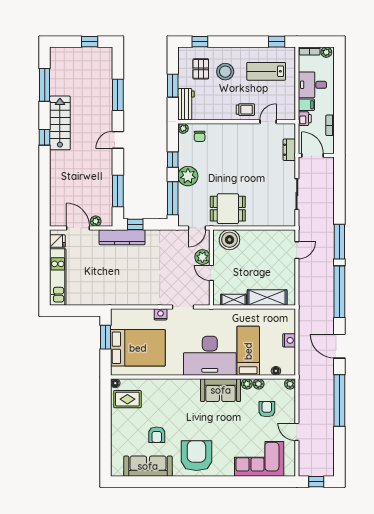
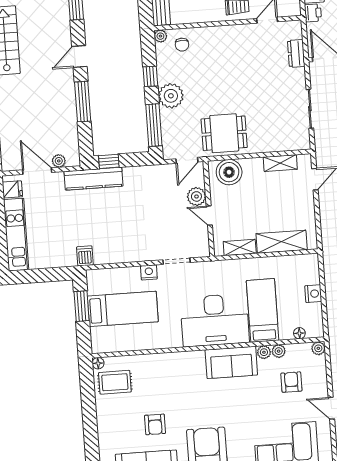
window: (118, 191) -> (83, 102), moved
shelving: (270, 235) -> (280, 163), added
dishwasher: (111, 298) -> (85, 256), added
bed: (138, 348) -> (123, 309), width x0.67

